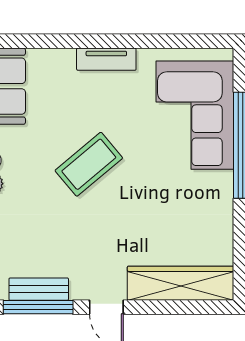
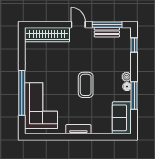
coffee table: (89, 164) -> (86, 85), turned -50

